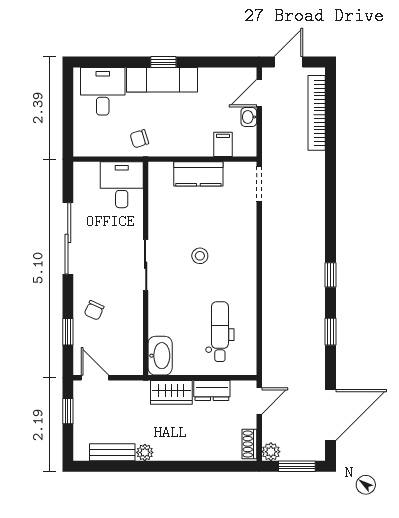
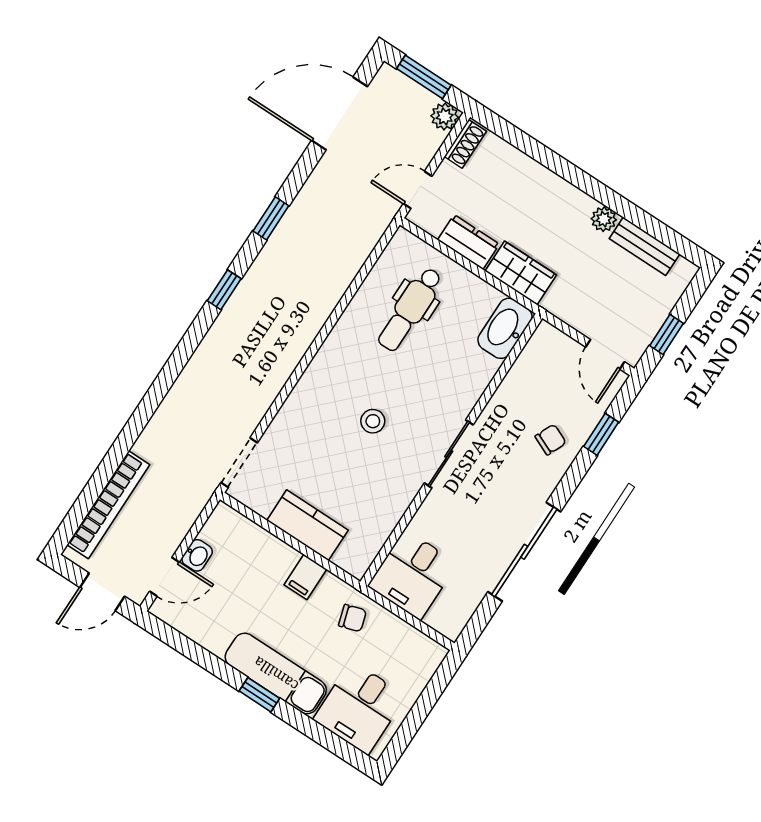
filing cabinet: (223, 144) -> (305, 577), moved

